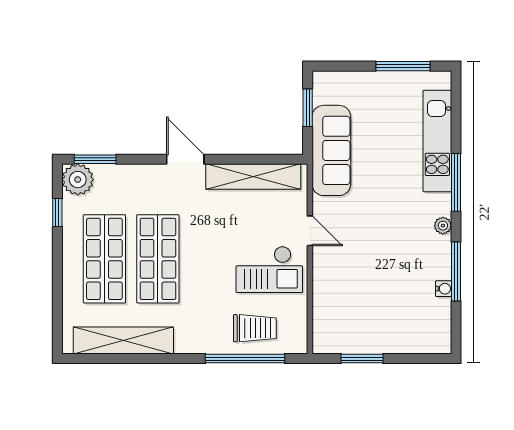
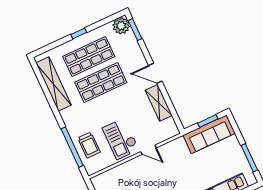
sofa: (331, 150) -> (209, 134), moved
door: (185, 159) -> (155, 73), swing flipped
shelving: (253, 177) -> (159, 103), width x0.68
window: (57, 213) -> (79, 33), moved
door: (310, 231) -> (149, 150), hinge flipped

